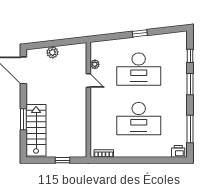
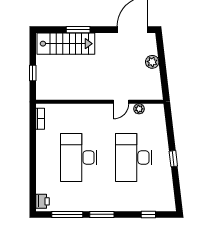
window: (190, 84) -> (102, 214), moved

